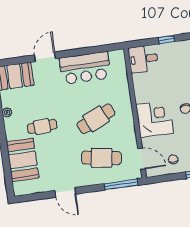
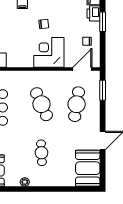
booth: (23, 160) -> (88, 168), moved, turned 90
window: (121, 184) -> (103, 90), width x0.69

